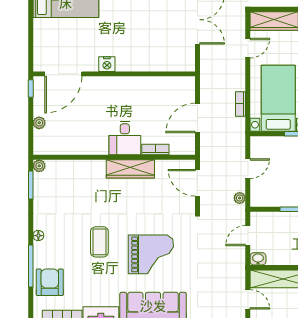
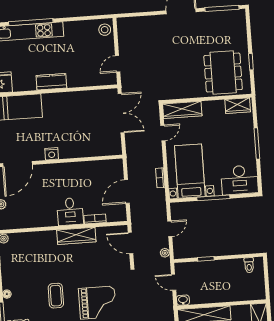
door: (248, 236) -> (174, 282), hinge flipped

